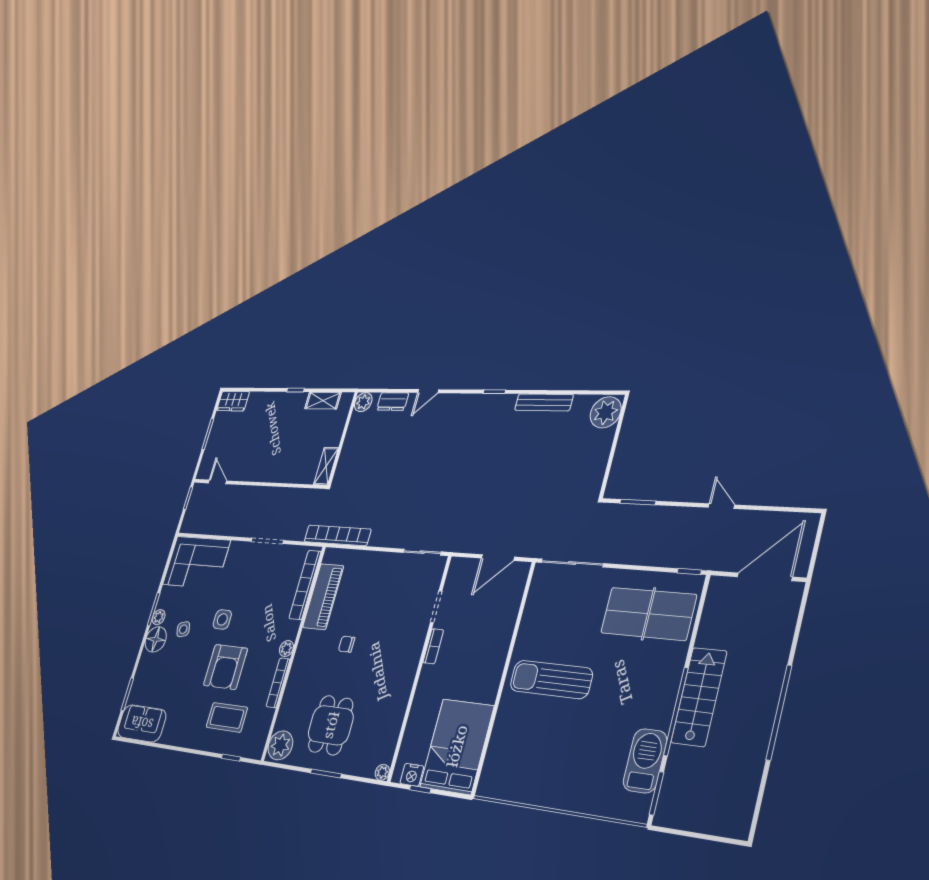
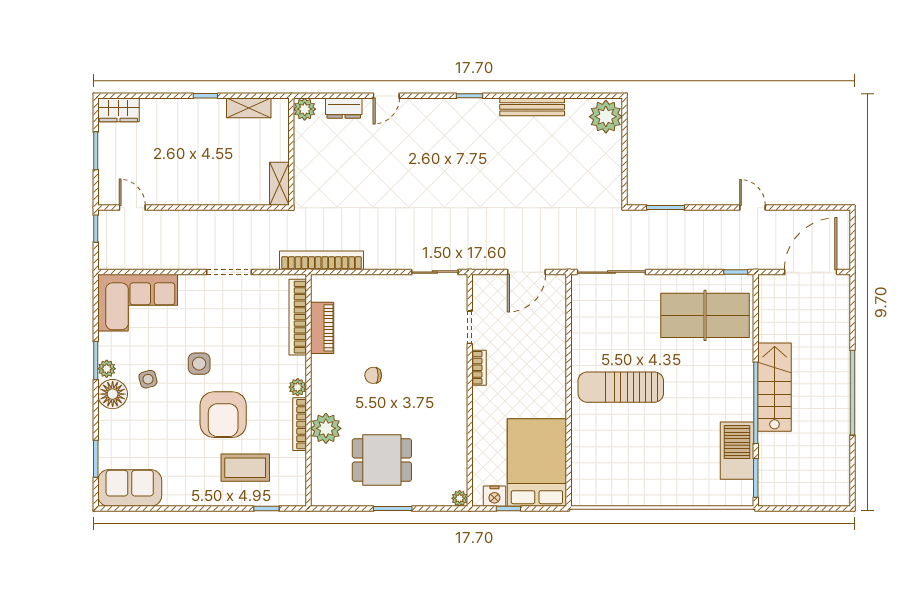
piano: (323, 597) -> (322, 328), width x0.73, depth x0.75
dining table: (331, 725) -> (382, 460), turned 90
plant: (280, 745) -> (326, 428), moved

